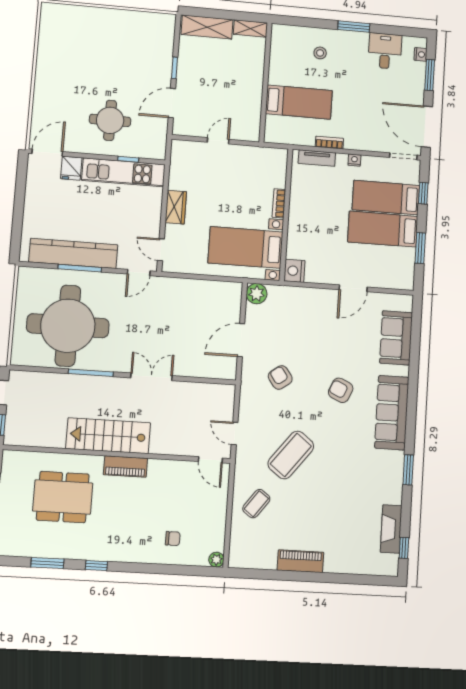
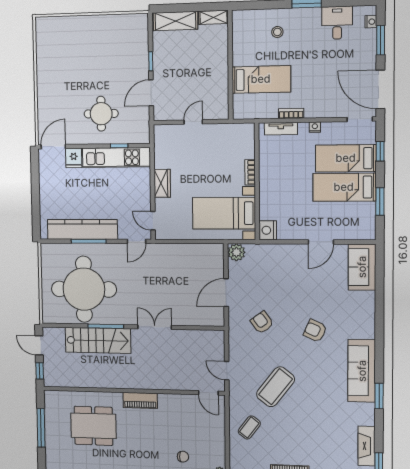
sofa: (396, 338) -> (362, 267), moved
sofa: (392, 413) -> (362, 371), moved
stairs: (108, 436) -> (98, 340), moved, turned 180

